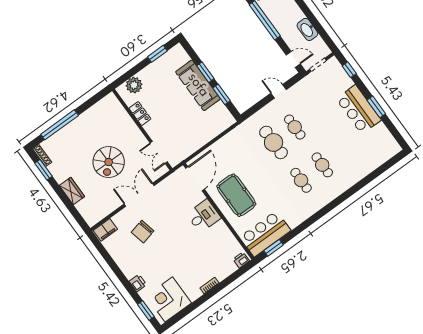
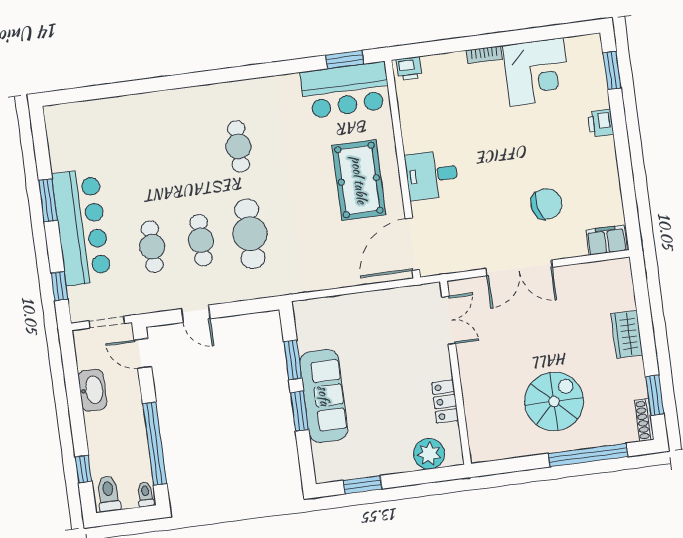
bar counter: (359, 109) -> (82, 227), width x1.36
spiral stairs: (109, 162) -> (554, 401), moved
cafe table: (322, 165) -> (152, 247), moved
corner desk: (169, 299) -> (537, 72), moved

